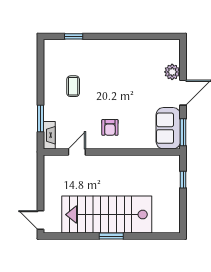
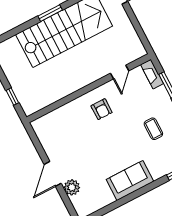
armchair: (110, 127) -> (102, 109), turned 180
sofa: (168, 128) -> (130, 181), moved, turned -90
window: (183, 132) -> (34, 139), removed

